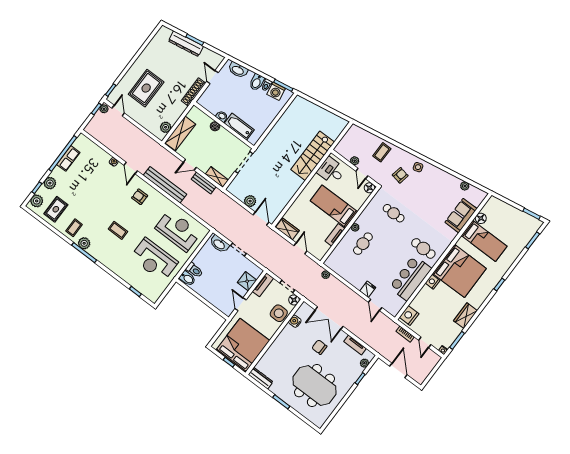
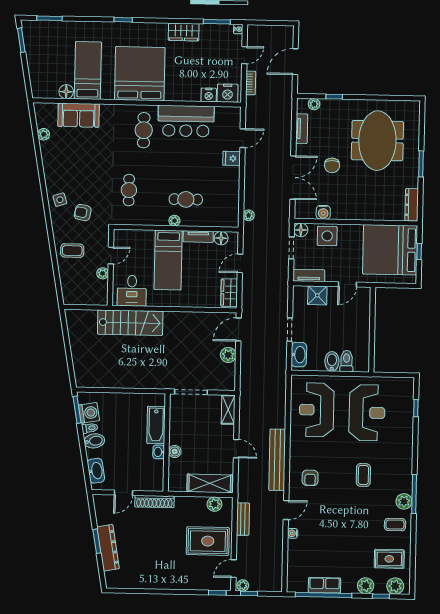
rug: (146, 88) -> (208, 541), moved
bench: (204, 183) -> (243, 519), moved
floor lamp: (370, 188) -> (221, 238), moved
bidet: (187, 278) -> (332, 361), moved
nightstand: (433, 282) -> (209, 95), moved

